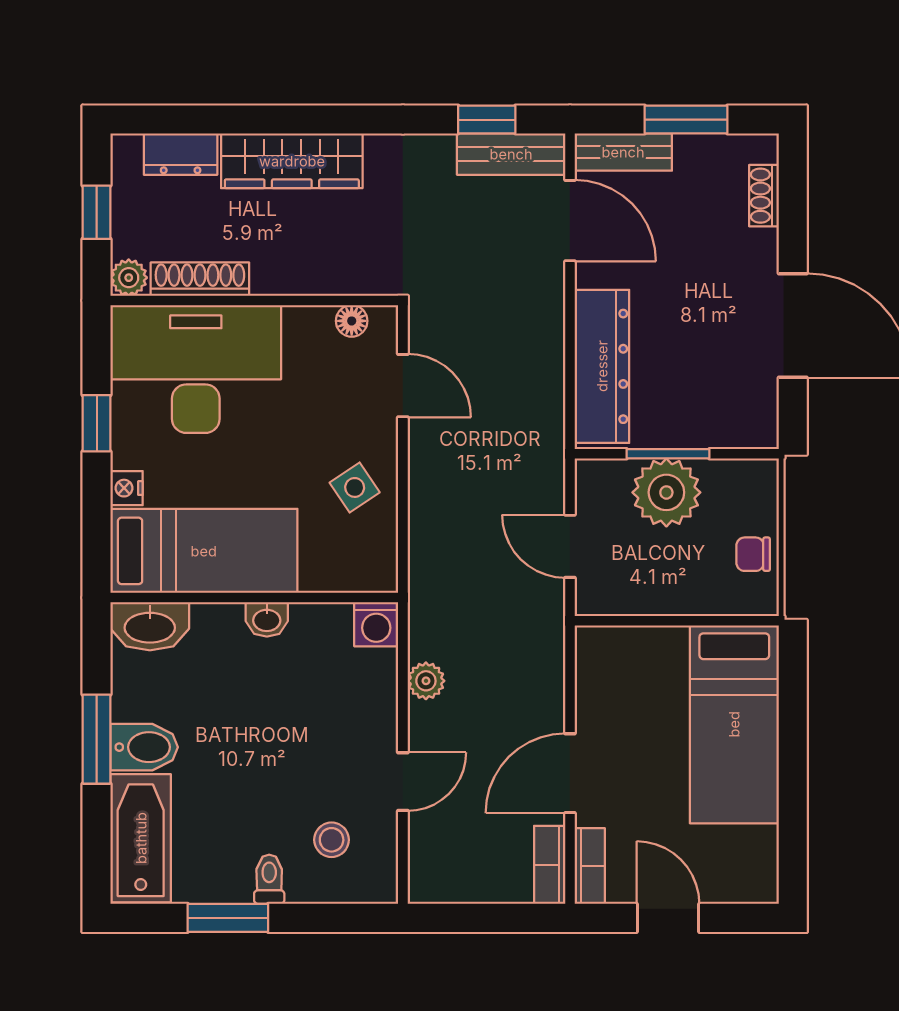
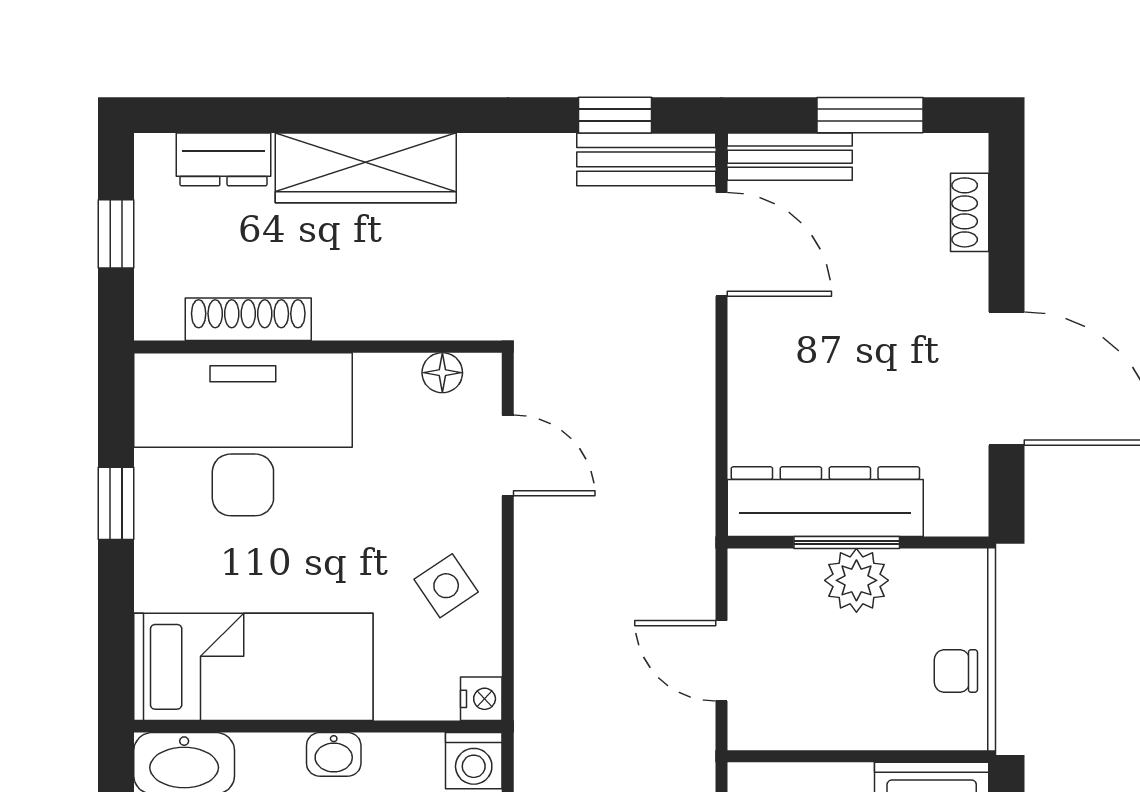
plant: (129, 278) -> (157, 317), removed
dresser: (602, 366) -> (825, 502), moved, turned -90
nightstand: (127, 488) -> (481, 699), moved, turned 180
plant: (666, 492) -> (856, 580), width x0.73, depth x0.73

